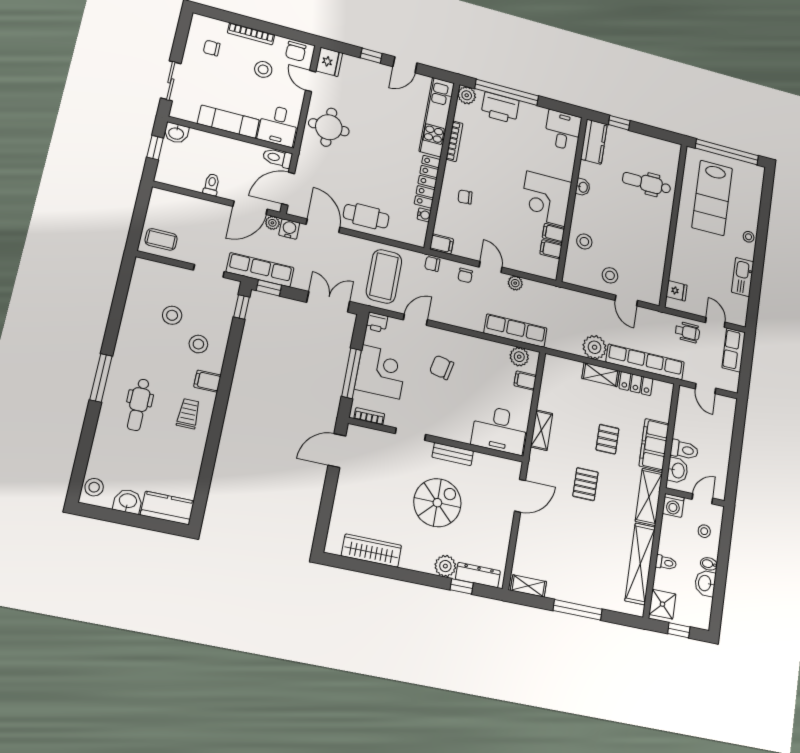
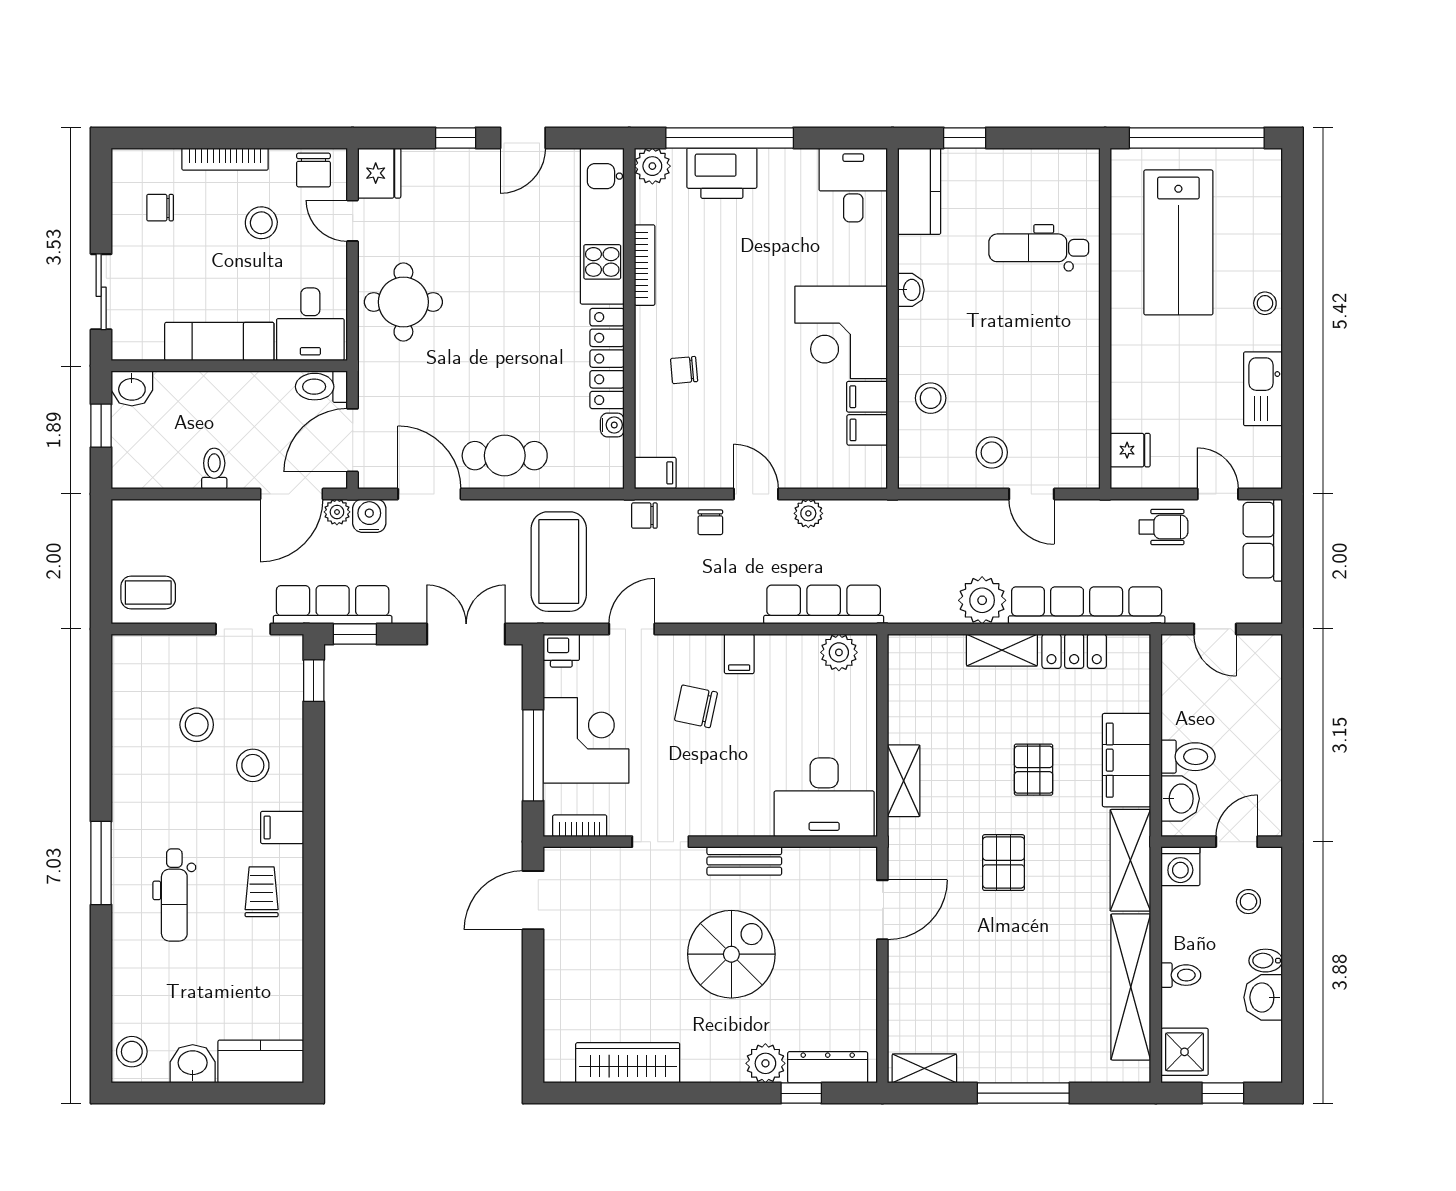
filing cabinet: (525, 381) -> (739, 654), moved, turned -90

